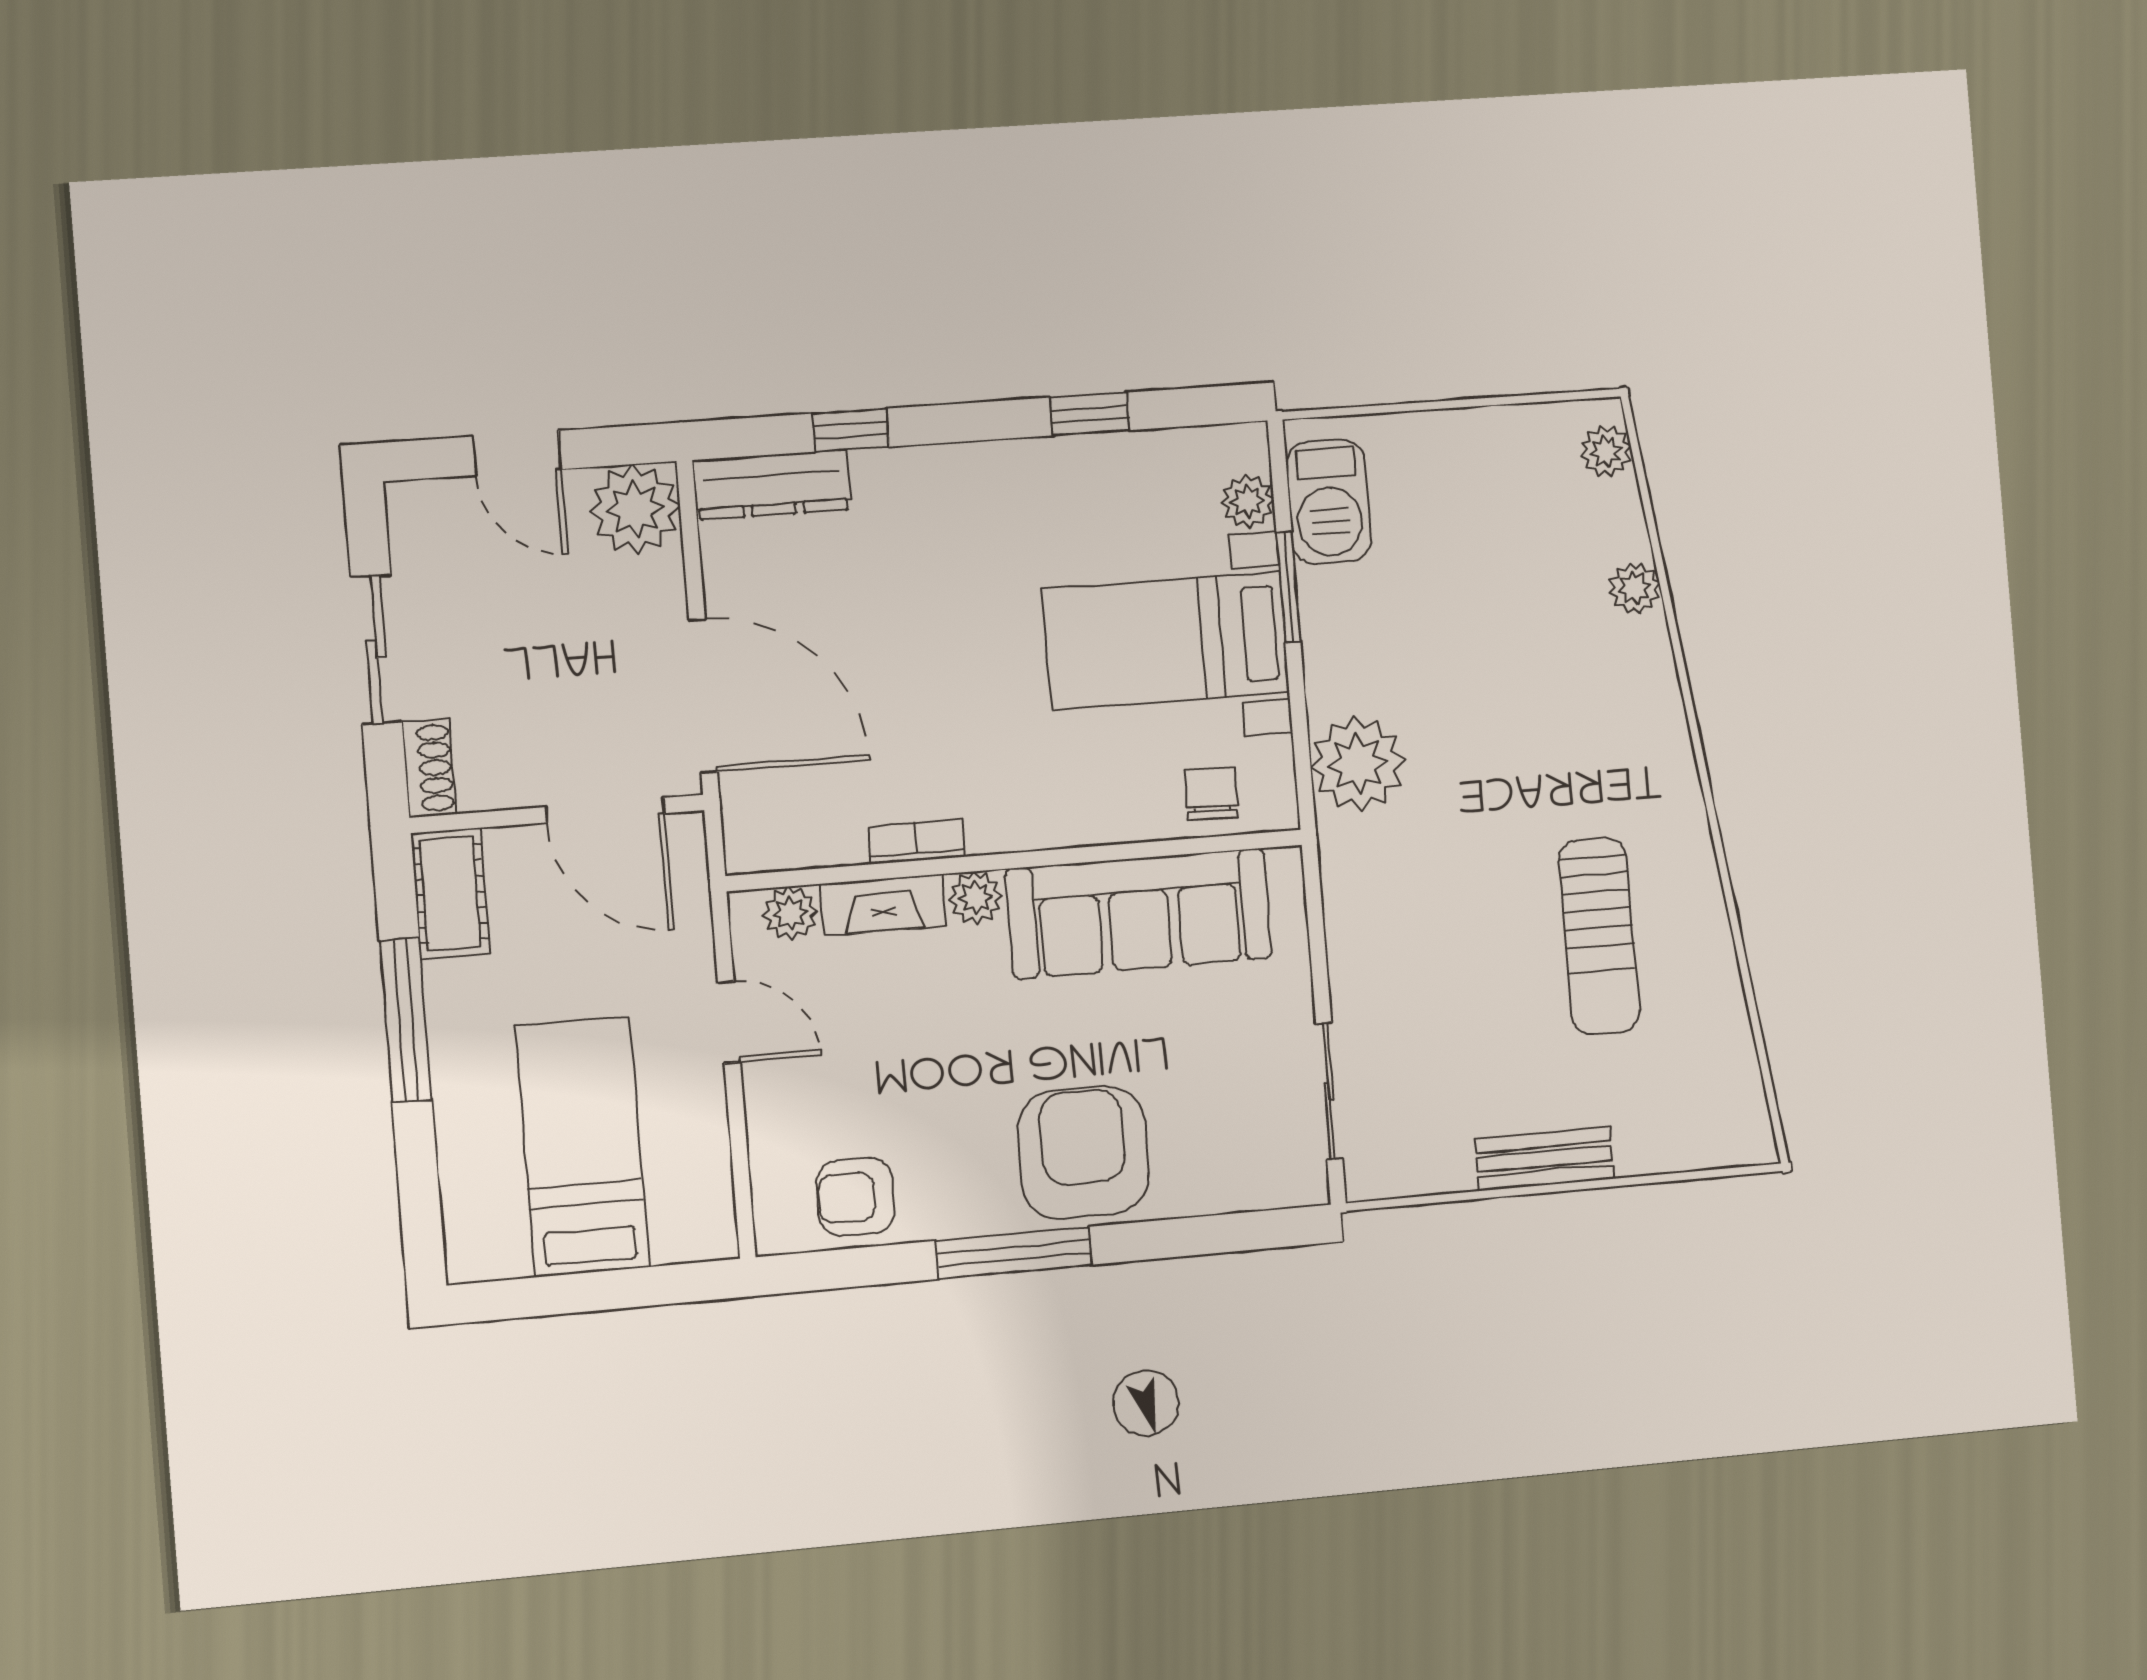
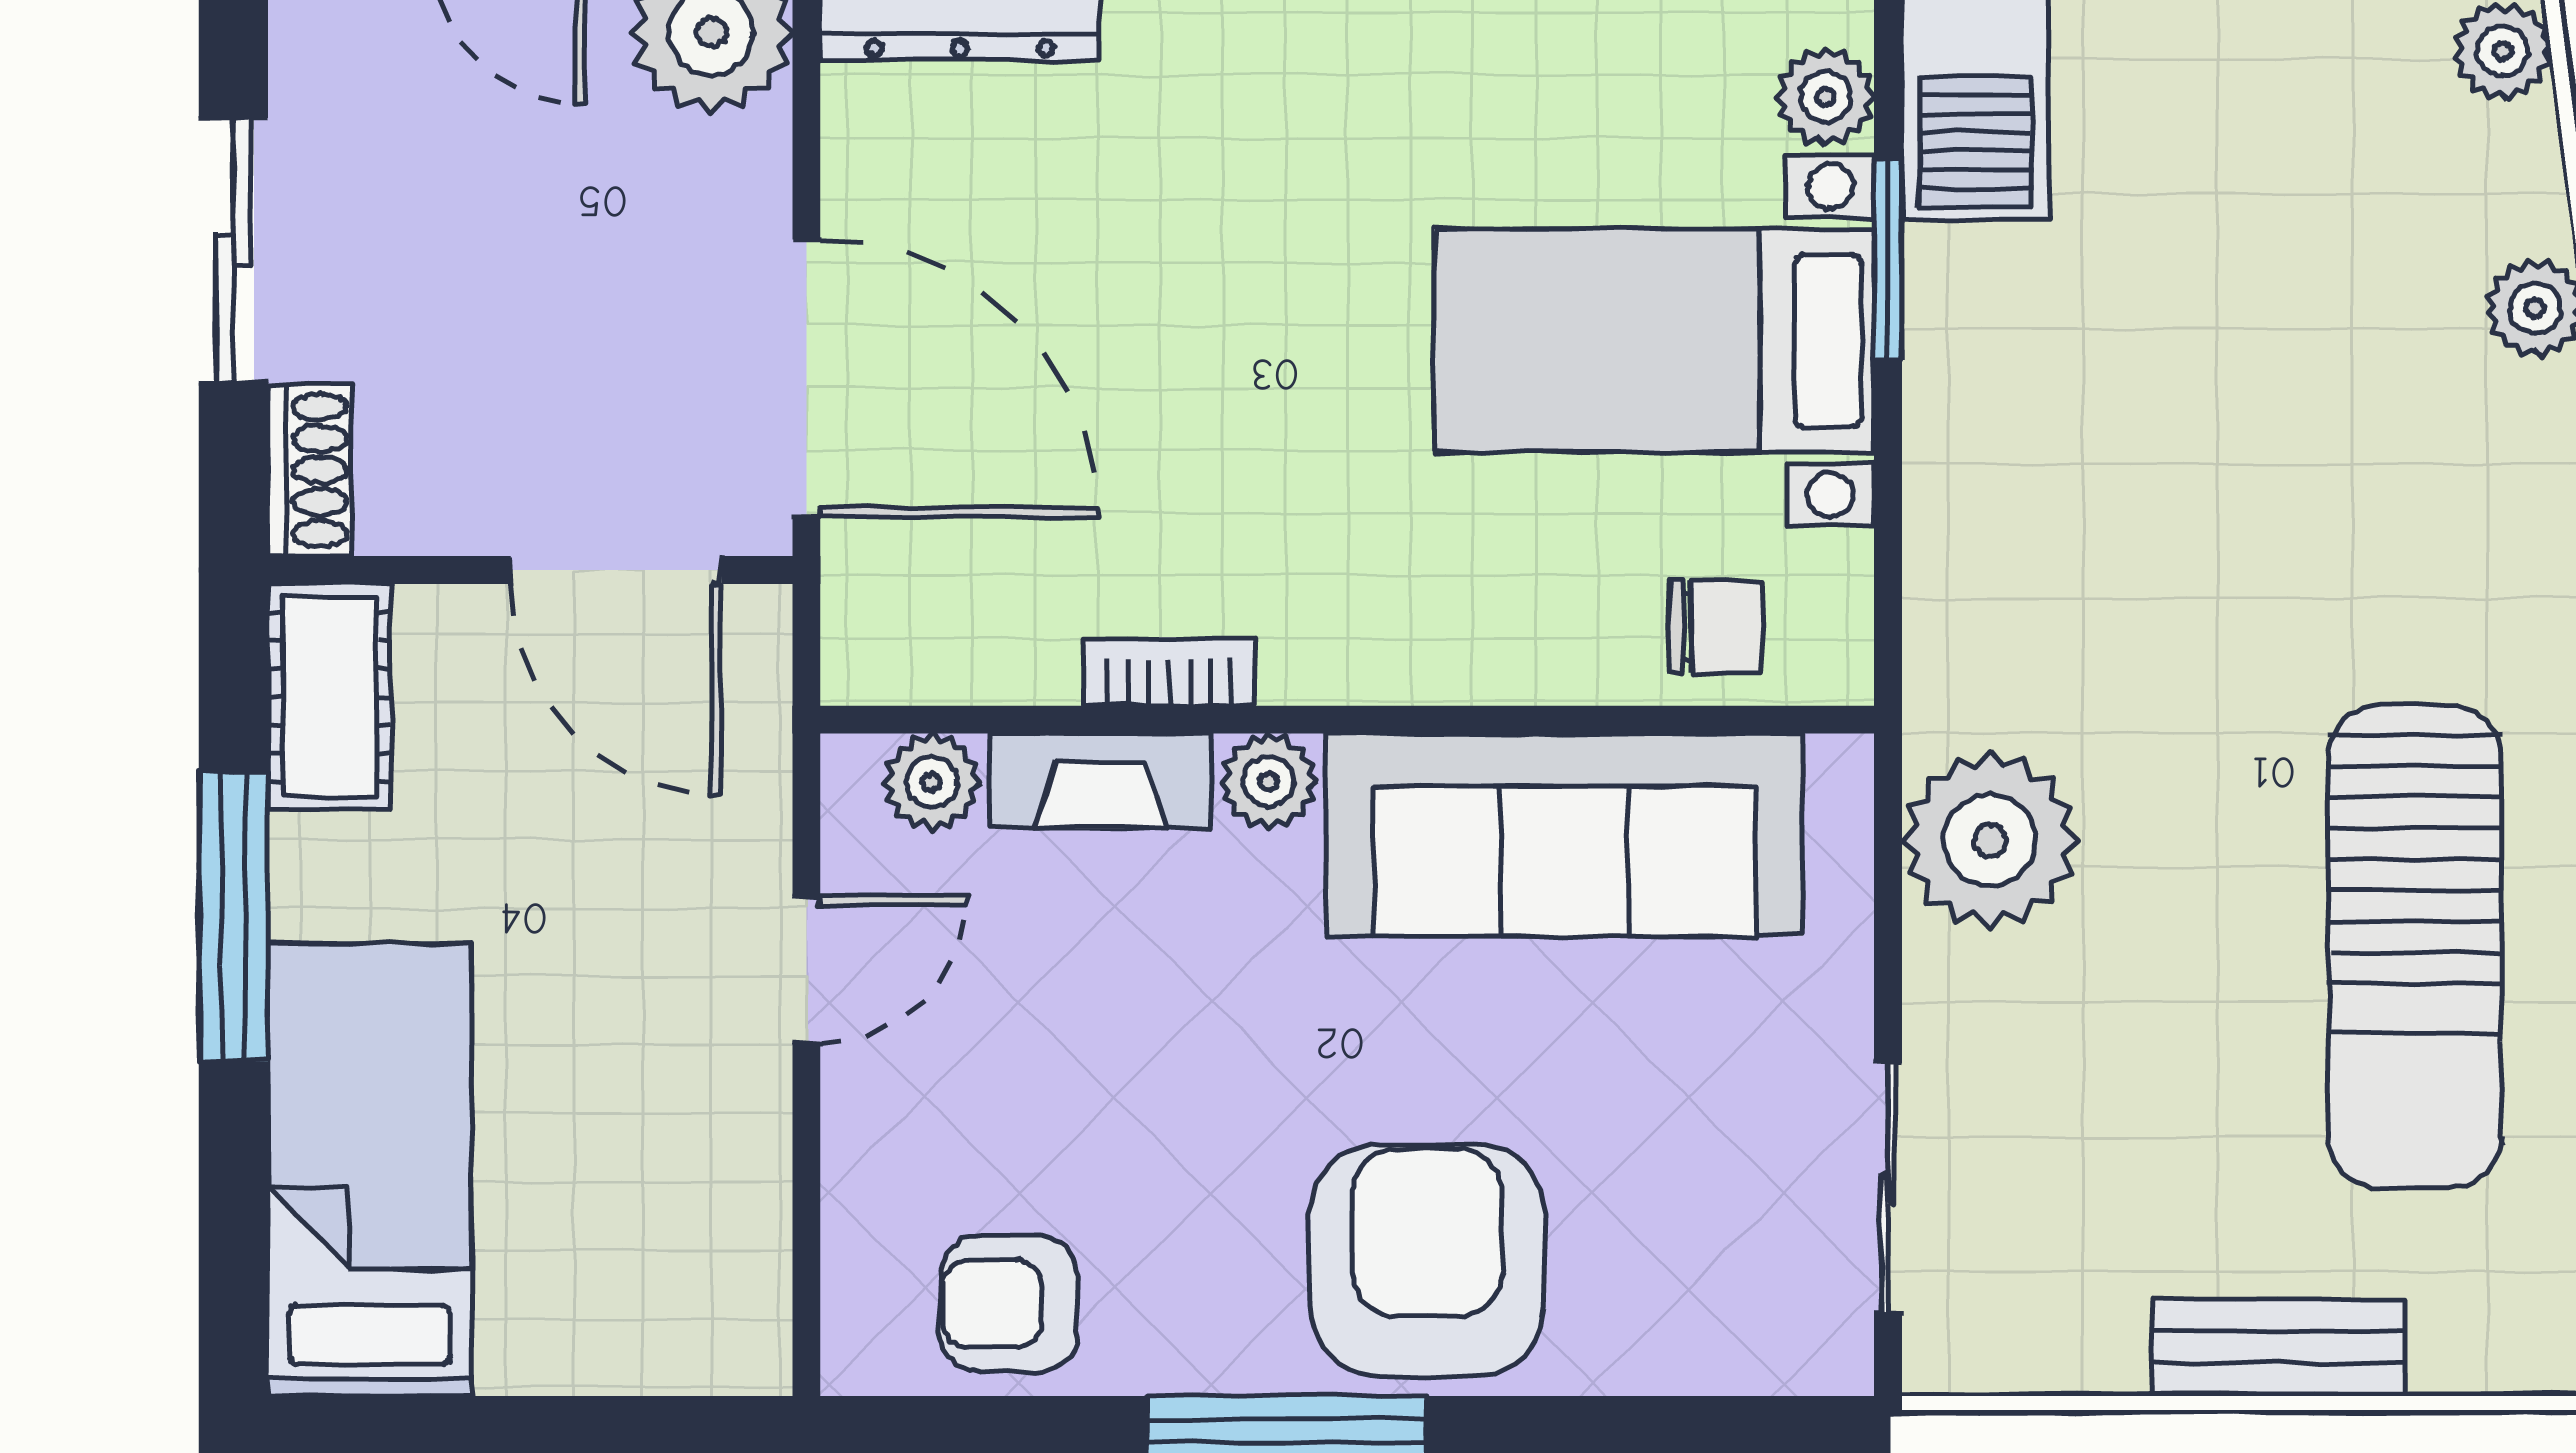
plant: (1358, 764) -> (1990, 840), moved
chair: (1211, 794) -> (1715, 627), turned 89
sun lounger: (1599, 936) -> (2415, 946), width x1.36, depth x1.34
door: (729, 1022) -> (806, 969), hinge flipped
bed: (582, 1147) -> (370, 1170), moved

